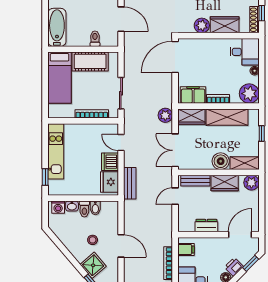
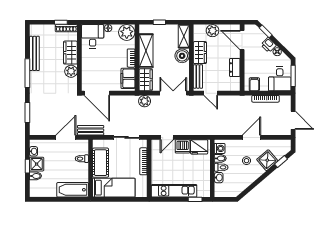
double door: (175, 150) -> (173, 93), swing flipped
bench: (130, 183) -> (91, 130), moved
plant: (251, 183) -> (213, 31), moved
washing machine: (58, 207) -> (220, 148), moved

